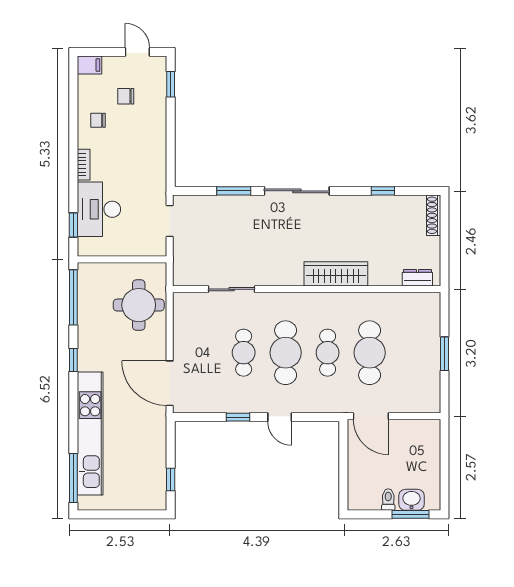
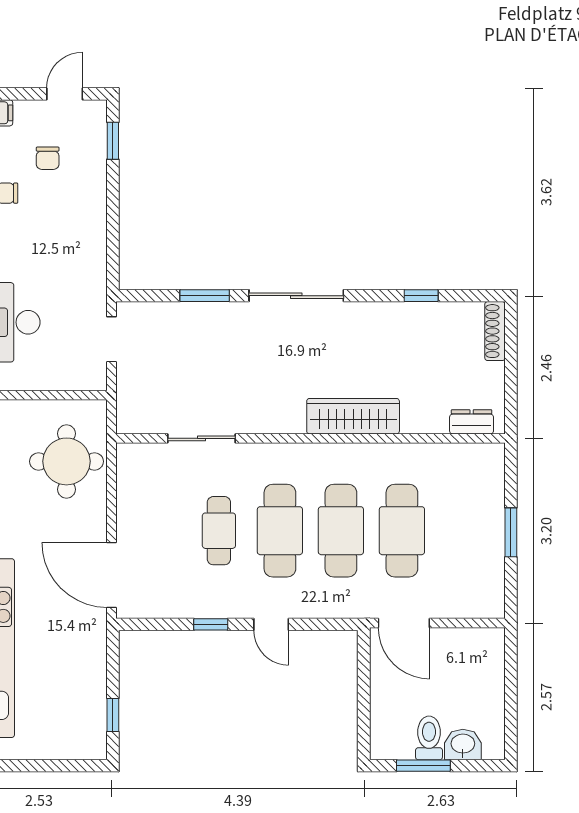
door: (137, 52) -> (65, 94), hinge flipped
chair: (126, 96) -> (48, 158), turned -90
cafe table: (328, 353) -> (341, 531), width x1.37, depth x1.35
toilet: (388, 500) -> (429, 738), width x1.37, depth x1.39
window: (410, 514) -> (423, 766), moved

